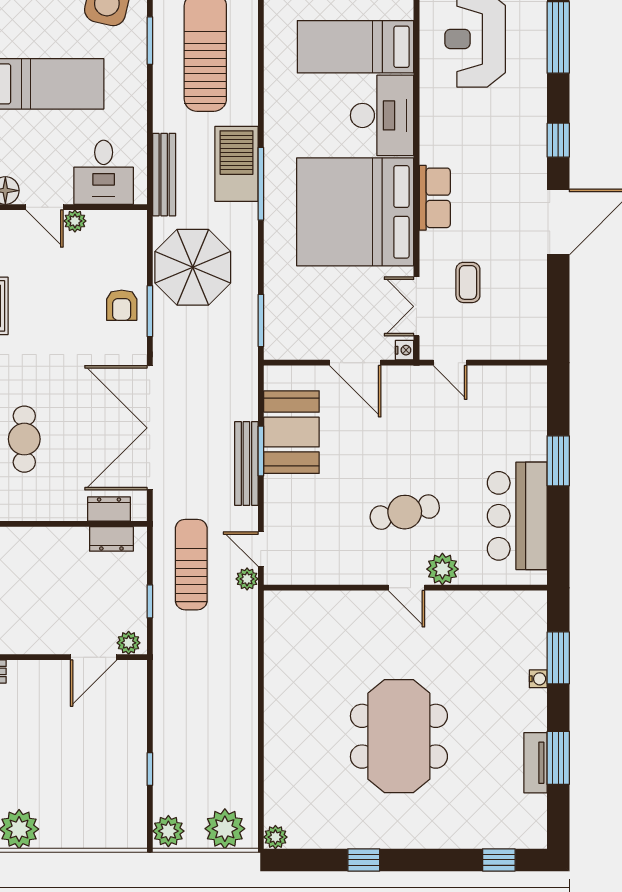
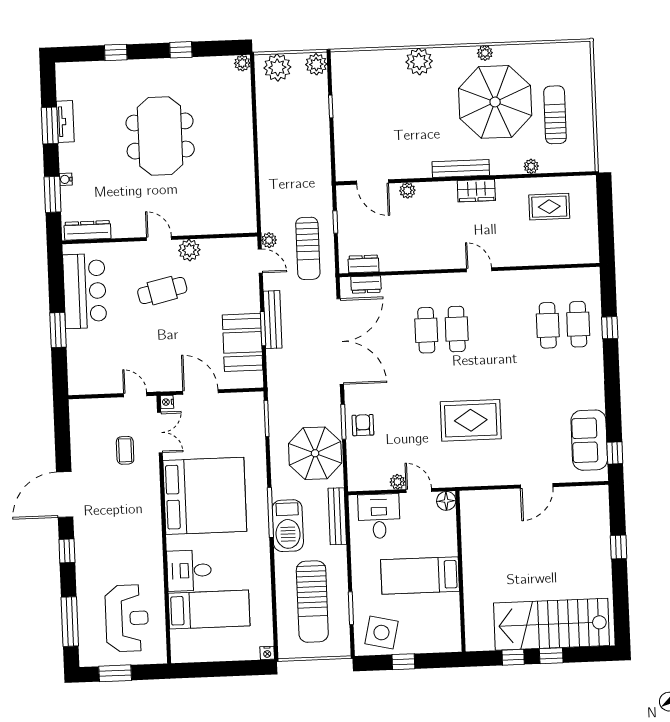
desk: (382, 115) -> (189, 571), width x0.73
row of seats: (435, 198) -> (150, 508), removed
plant: (442, 569) -> (189, 250), moved
dresser: (510, 604) -> (88, 230), added
plant: (129, 643) -> (407, 191), moved
door: (94, 657) -> (373, 182), swing flipped
window: (499, 860) -> (116, 52), moved

